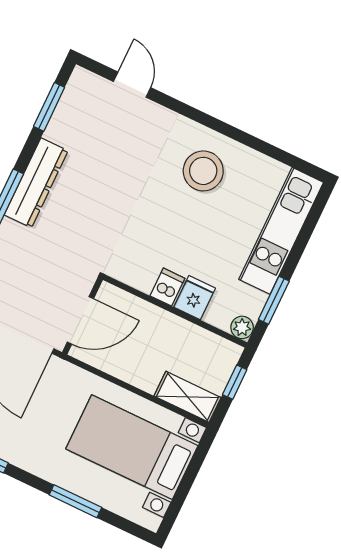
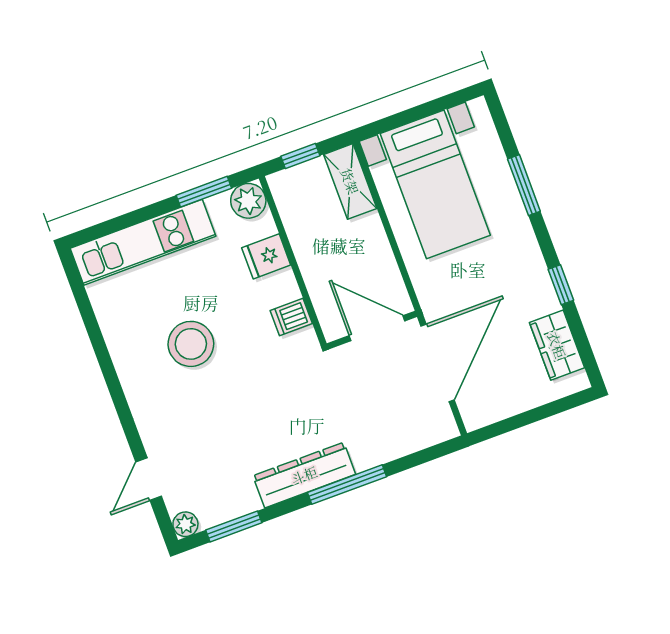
plant: (81, 79) -> (185, 524), added
stool: (203, 171) -> (191, 344), moved
dishwasher: (167, 287) -> (291, 317), moved
plant: (242, 327) -> (248, 201), width x1.38, depth x1.38

